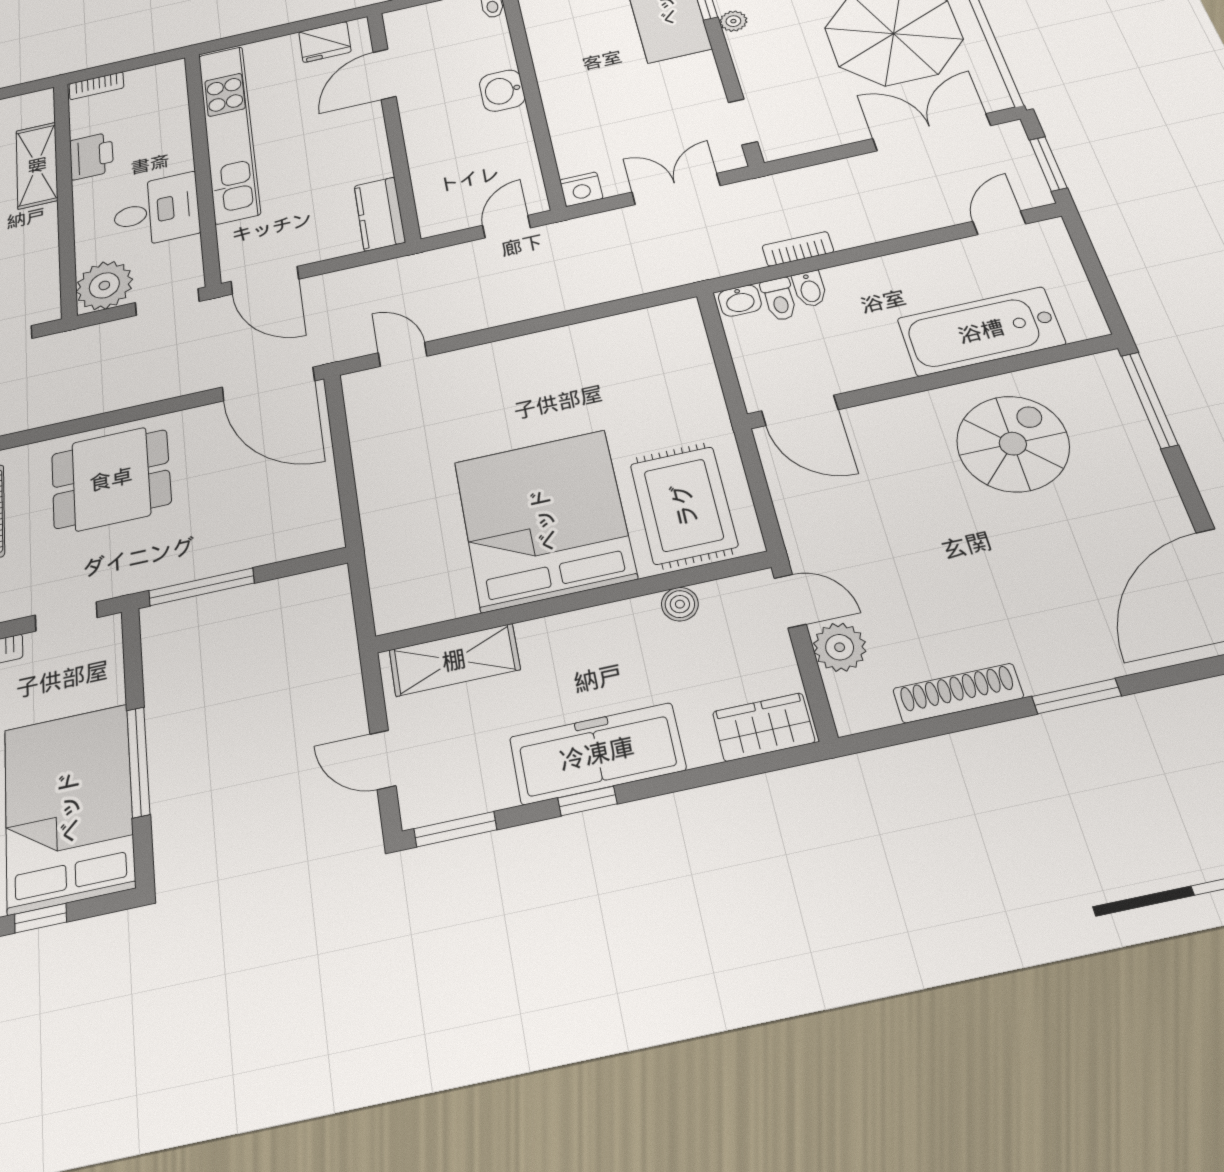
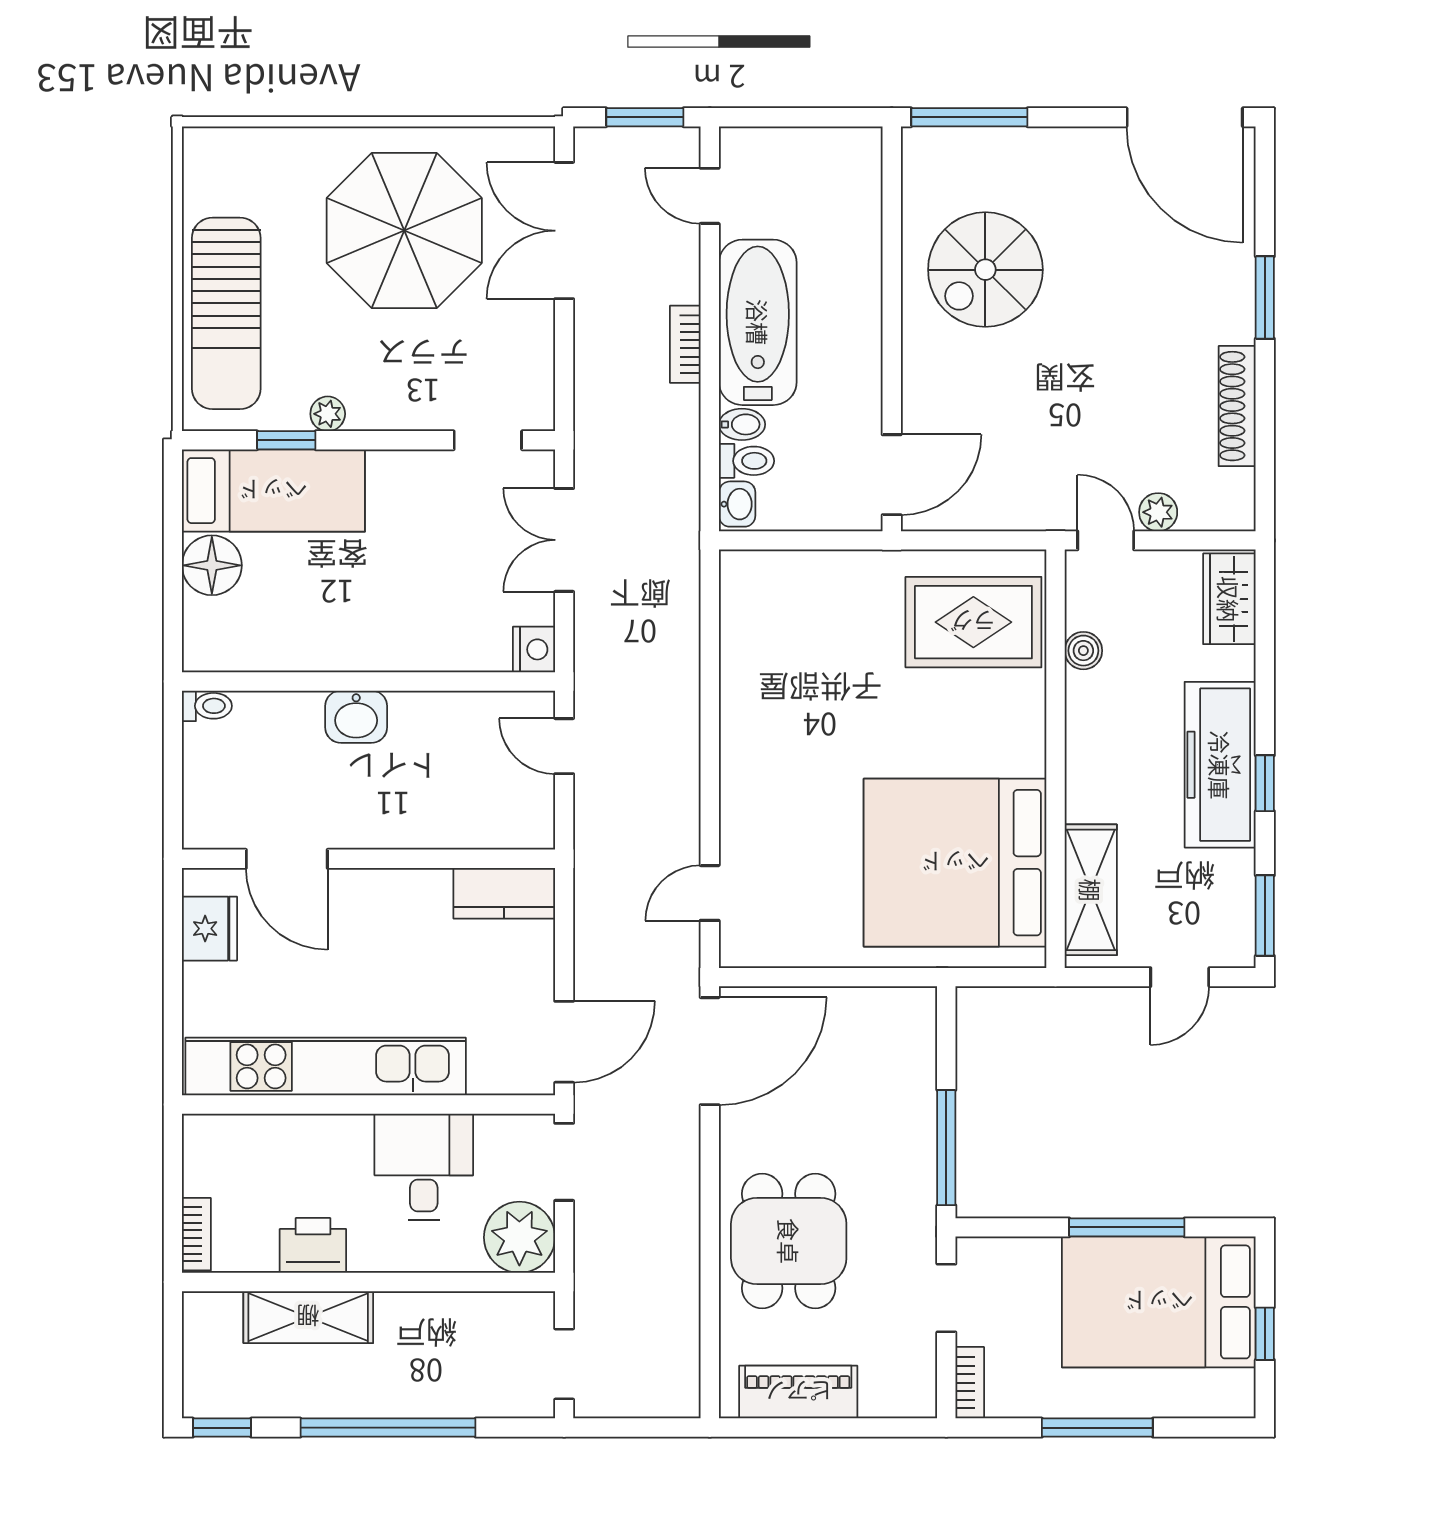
bookcase: (798, 249) -> (685, 344), moved
bathtub: (981, 331) -> (758, 322), moved, turned 180
spiral stairs: (1013, 444) -> (985, 270), turned -90
bed: (544, 520) -> (955, 863), moved
door: (790, 601) -> (1106, 540), hinge flipped
plant: (840, 647) -> (1158, 512), width x0.73, depth x0.73

